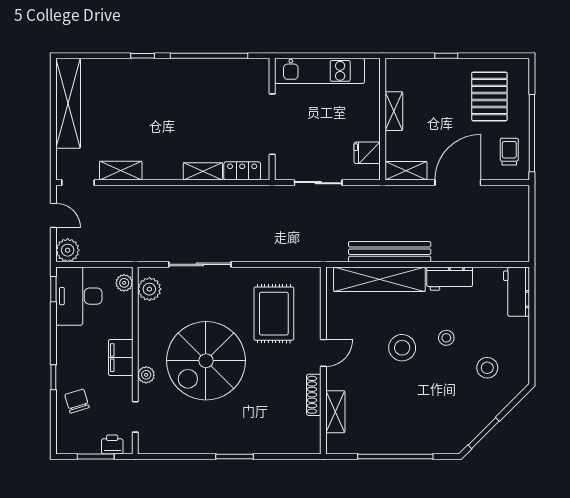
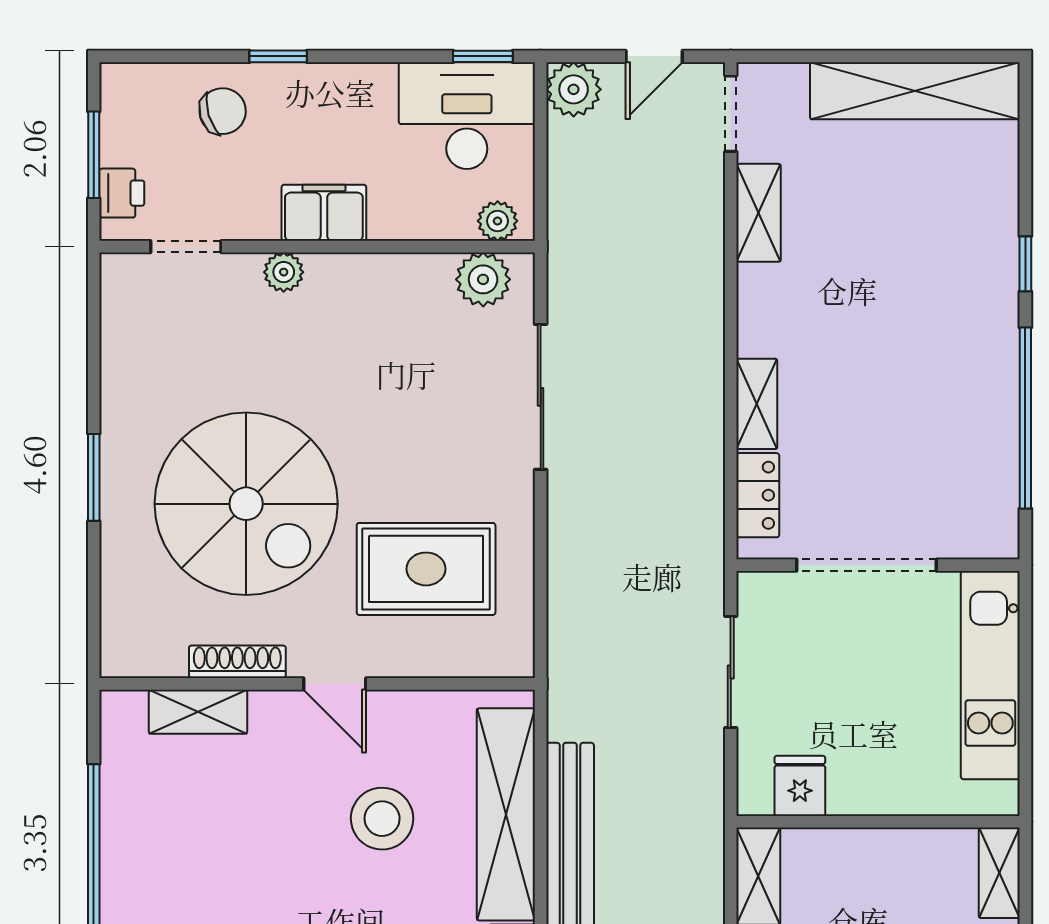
shelving: (394, 111) -> (999, 873), moved, turned 90
stool: (402, 348) -> (382, 819), moved
spiral stairs: (206, 361) -> (246, 504), moved, turned 180

